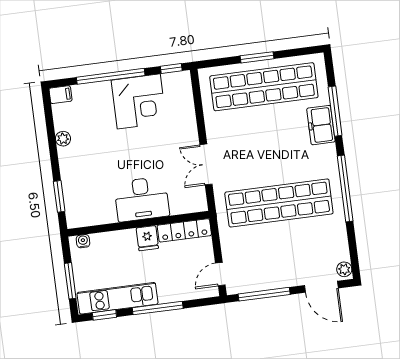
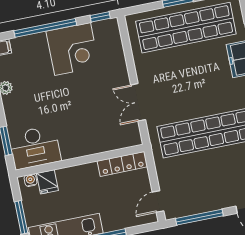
desk: (142, 199) -> (35, 147), moved
fridge: (147, 238) -> (47, 182), moved

